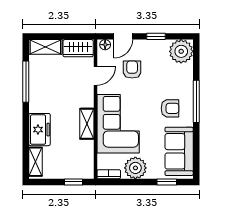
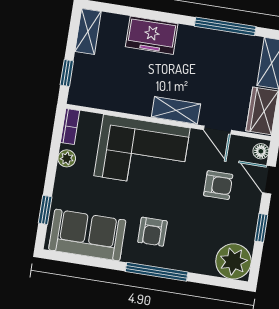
shelving: (87, 124) -> (176, 110), moved
shelving: (36, 162) -> (88, 31), moved, turned 90
plant: (135, 168) -> (67, 158), width x0.53, depth x0.53

